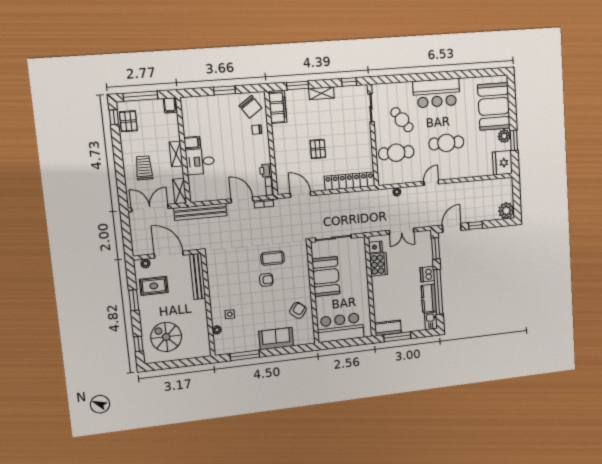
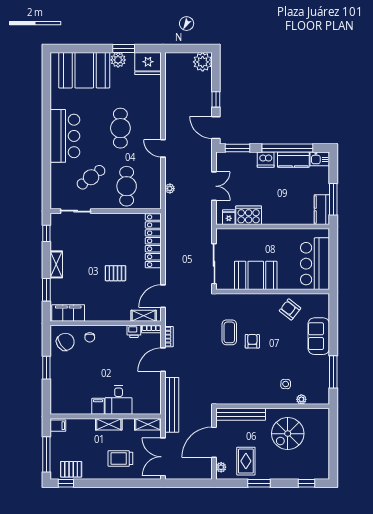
shelving: (281, 178) -> (144, 316), added
spiral stairs: (166, 337) -> (288, 434), moved

